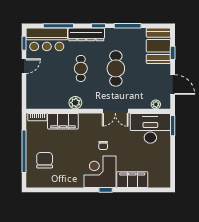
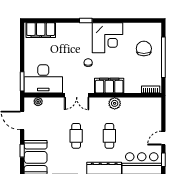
cafe table: (116, 68) -> (76, 136), width x0.73, depth x0.74
double door: (115, 111) -> (77, 95), swing flipped
filing cabinet: (63, 121) -> (109, 86), moved
chair: (45, 160) -> (144, 49), turned 180
corner desk: (100, 172) -> (108, 38), moved
filing cabinet: (132, 180) -> (41, 30), moved

